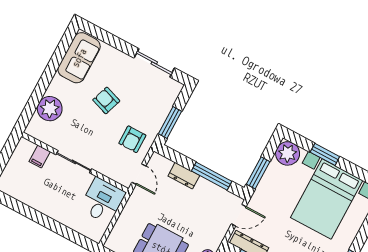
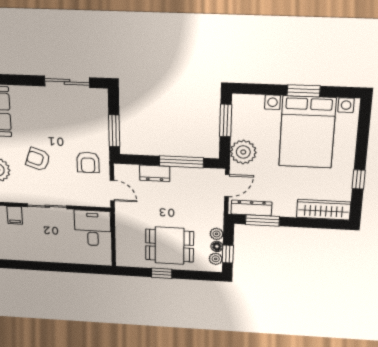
armchair: (106, 100) -> (38, 159), moved
plant: (288, 153) -> (243, 152), moved
window: (325, 154) -> (304, 91), moved
window: (258, 173) -> (226, 120), moved

